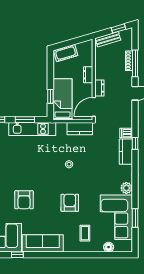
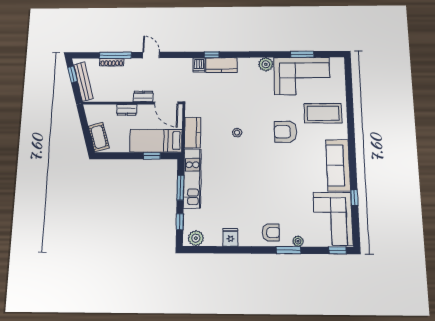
bench: (108, 39) -> (83, 82), width x1.36
kitchen counter: (80, 129) -> (193, 133), moved
armchair: (24, 200) -> (283, 189), removed
coffee table: (85, 233) -> (323, 113), width x1.86, depth x1.72
floor lamp: (109, 247) -> (339, 85), removed

